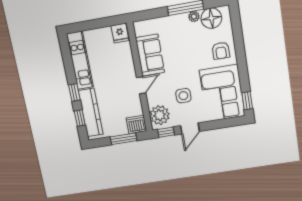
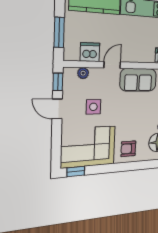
door: (141, 85) -> (112, 65), swing flipped
plant: (160, 115) -> (83, 73), width x0.53, depth x0.53
dishwasher: (136, 125) -> (90, 52), moved, turned -90

